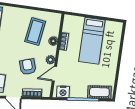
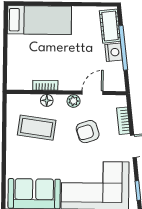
bed: (92, 41) -> (39, 20), moved
door: (54, 74) -> (93, 93), swing flipped
nightstand: (63, 92) -> (114, 52), moved

